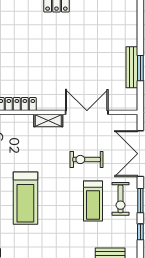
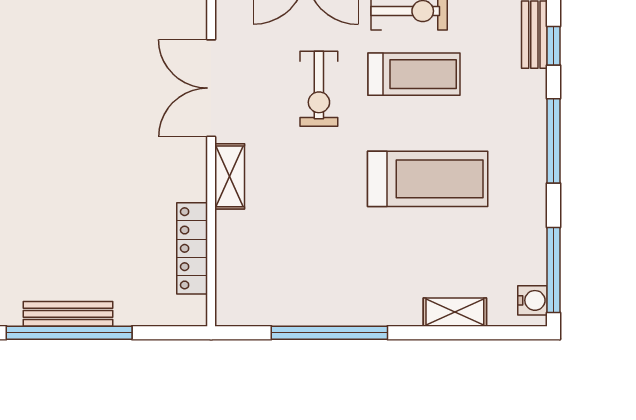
treadmill: (25, 198) -> (428, 179), moved

